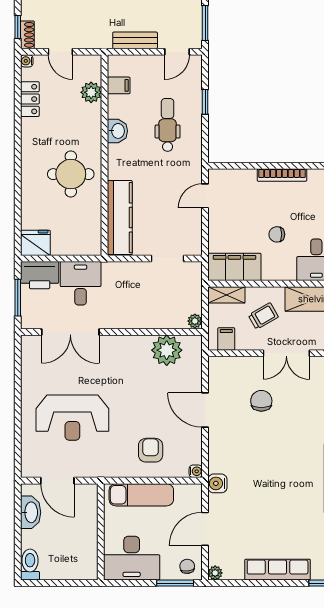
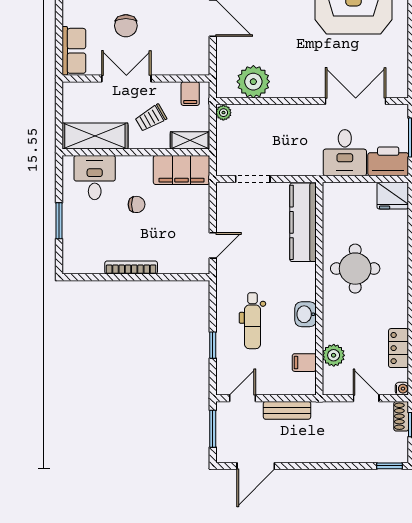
chair: (261, 401) -> (126, 26), moved

